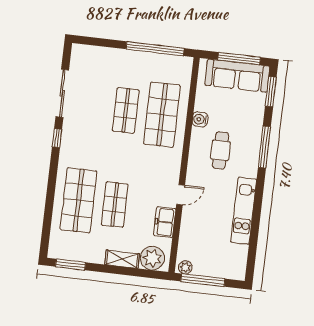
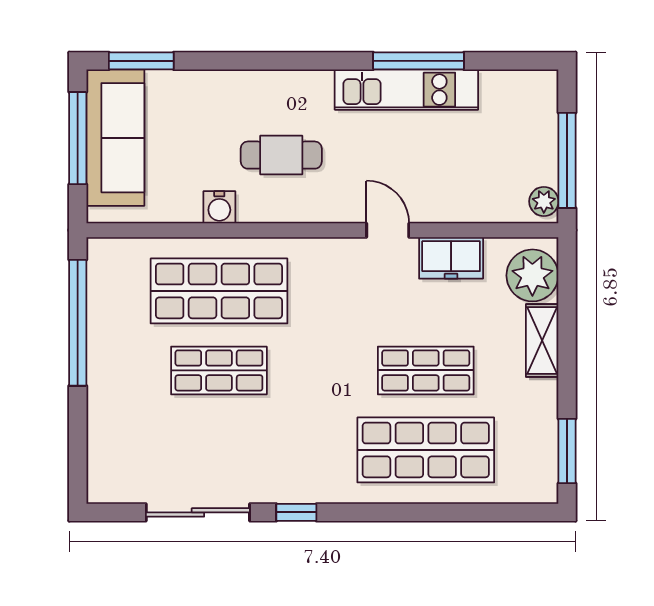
window: (264, 147) -> (419, 61), moved

